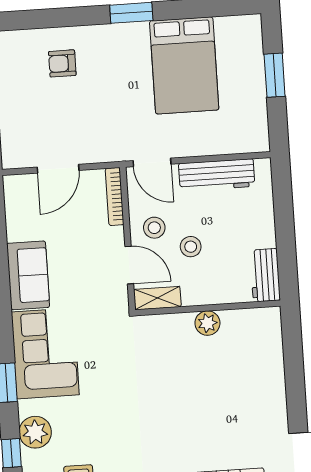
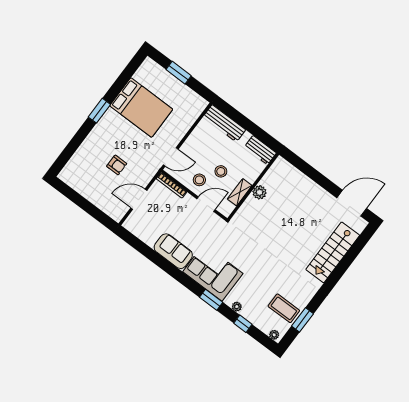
armchair: (62, 63) -> (117, 165), moved, turned -90
door: (58, 169) -> (139, 199), swing flipped
workbench: (217, 175) -> (224, 123), moved, turned 90
shelving: (157, 298) -> (240, 192), moved
plant: (35, 432) -> (237, 307), width x0.53, depth x0.53

